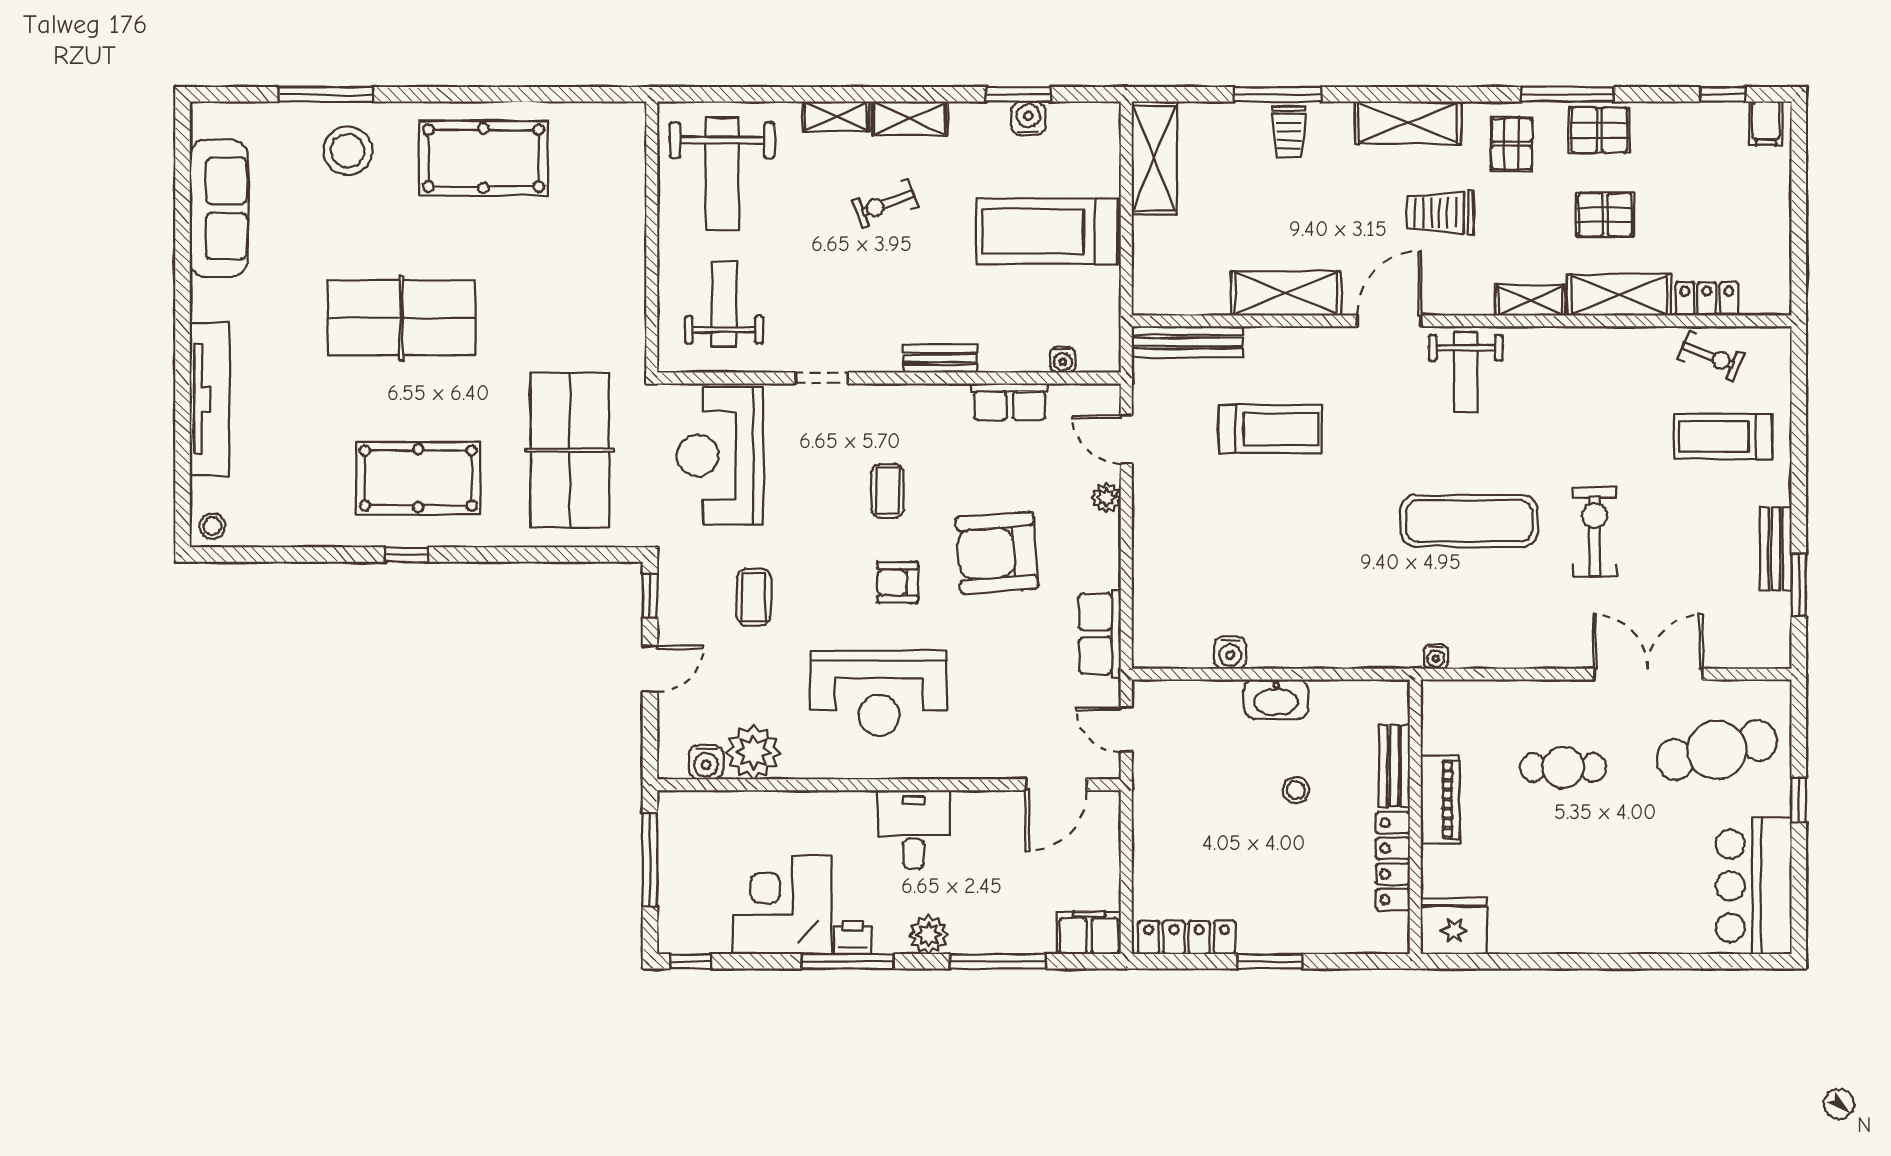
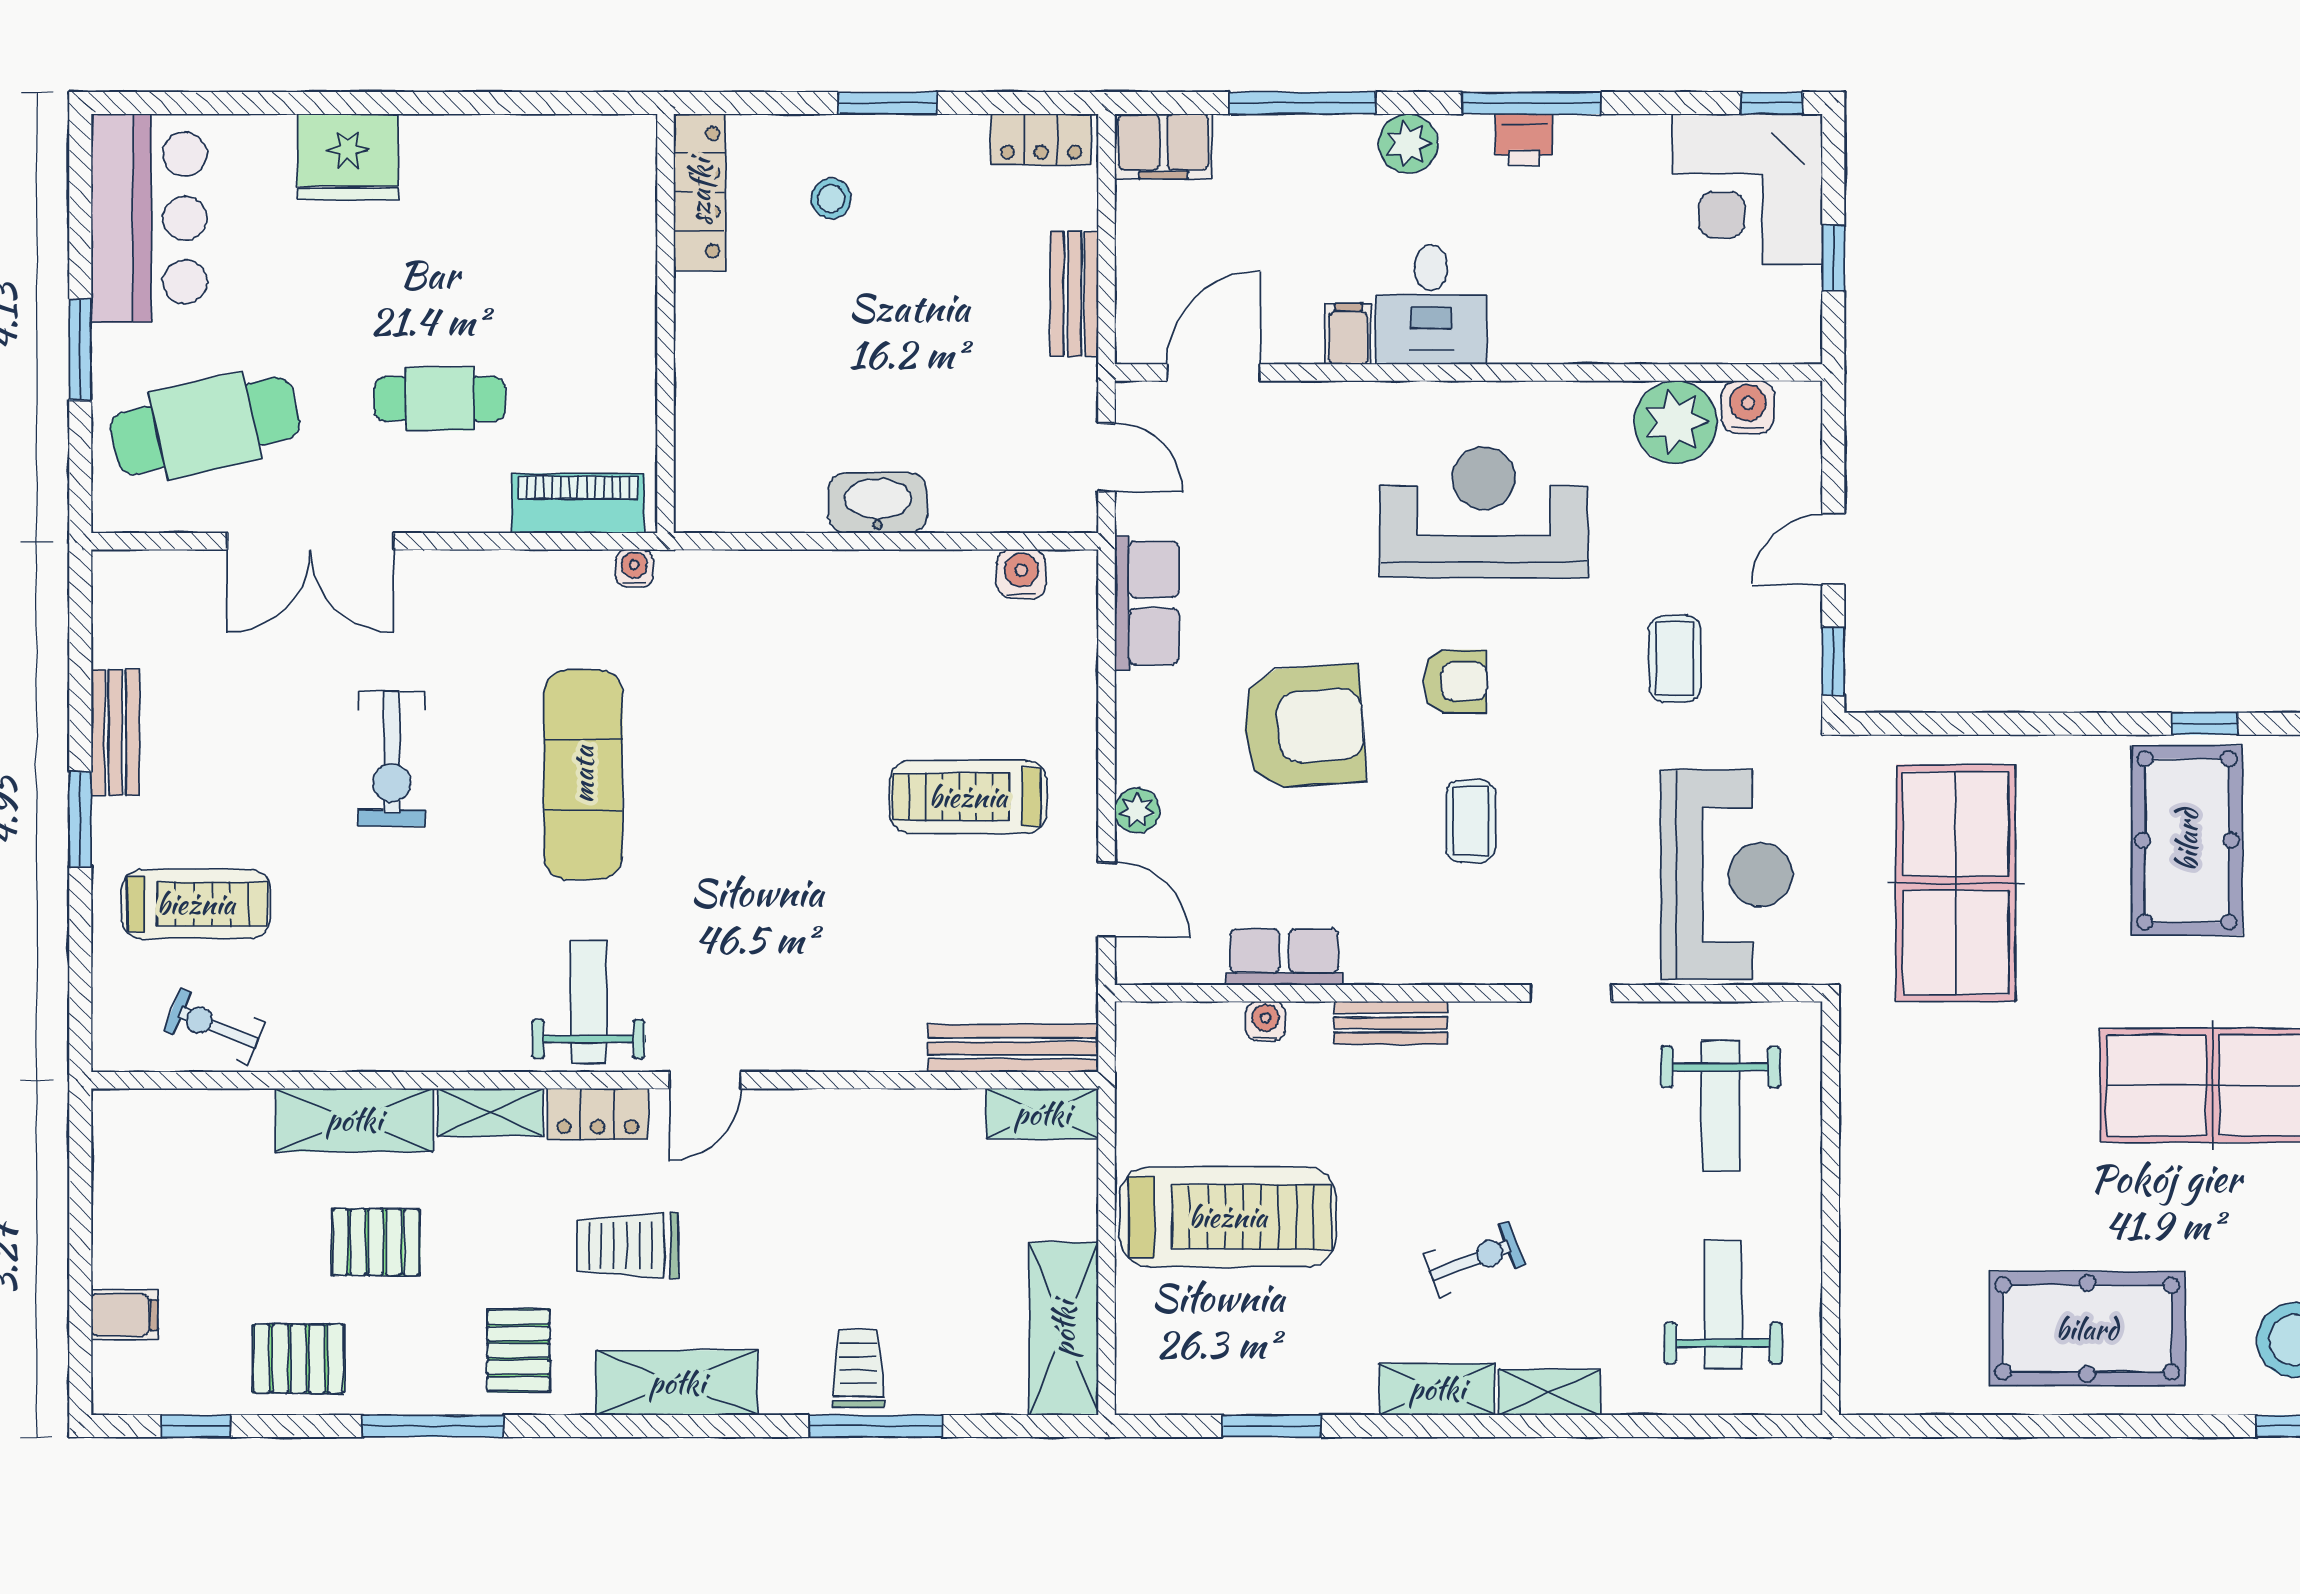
water cooler: (1028, 118) -> (1256, 1389), removed
filing cabinet: (1766, 123) -> (125, 1315), moved, turned 90
pallet: (1599, 130) -> (299, 1359), moved
weight bench: (722, 174) -> (1723, 1305), width x0.73, depth x0.75
trolley: (1440, 213) -> (628, 1245), turned 180
shelving: (1286, 293) -> (1042, 1114), moved, width x0.67, depth x0.75
locker: (1707, 299) -> (598, 1114), moved
door: (1389, 321) -> (705, 1080), width x0.73
water cooler: (1063, 360) -> (1266, 1021), moved
treadmill: (1270, 429) -> (968, 797), moved
pool table: (418, 478) -> (2187, 840), turned 90
exercise mat: (1469, 521) -> (583, 775), turned 90
window: (1799, 585) -> (80, 819), moved
water cooler: (1230, 653) -> (1021, 574), moved
bench: (1394, 766) -> (1074, 294), moved
stool: (1296, 790) -> (831, 199), moved
piano: (1440, 799) -> (578, 503), moved, turned 90
window: (1799, 800) -> (80, 350), width x1.50
filing cabinet: (968, 810) -> (1348, 334), added
window: (650, 860) -> (1833, 258), width x0.46
locker: (1393, 861) -> (700, 192), moved
corner desk: (782, 905) -> (1747, 189), moved, turned 90
fridge: (1454, 926) -> (348, 157), moved
locker: (1187, 937) -> (1041, 139), width x0.66

